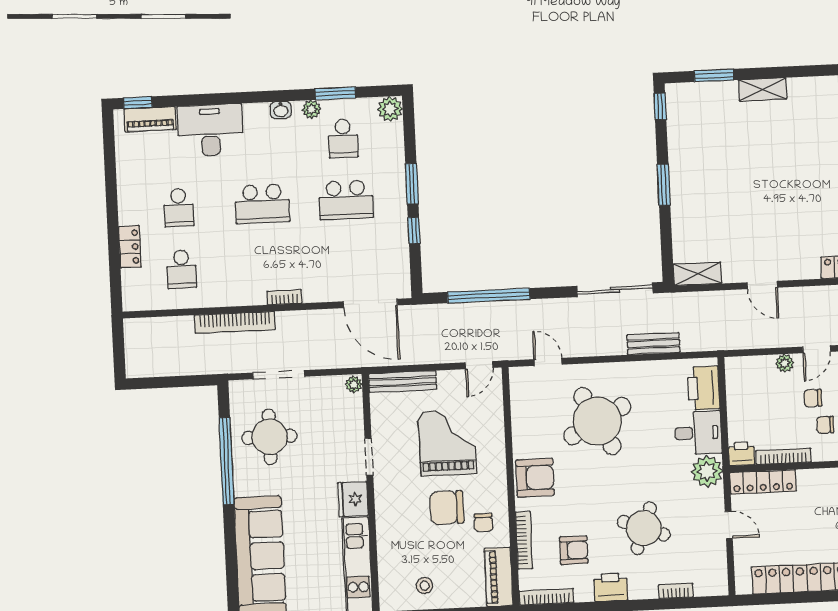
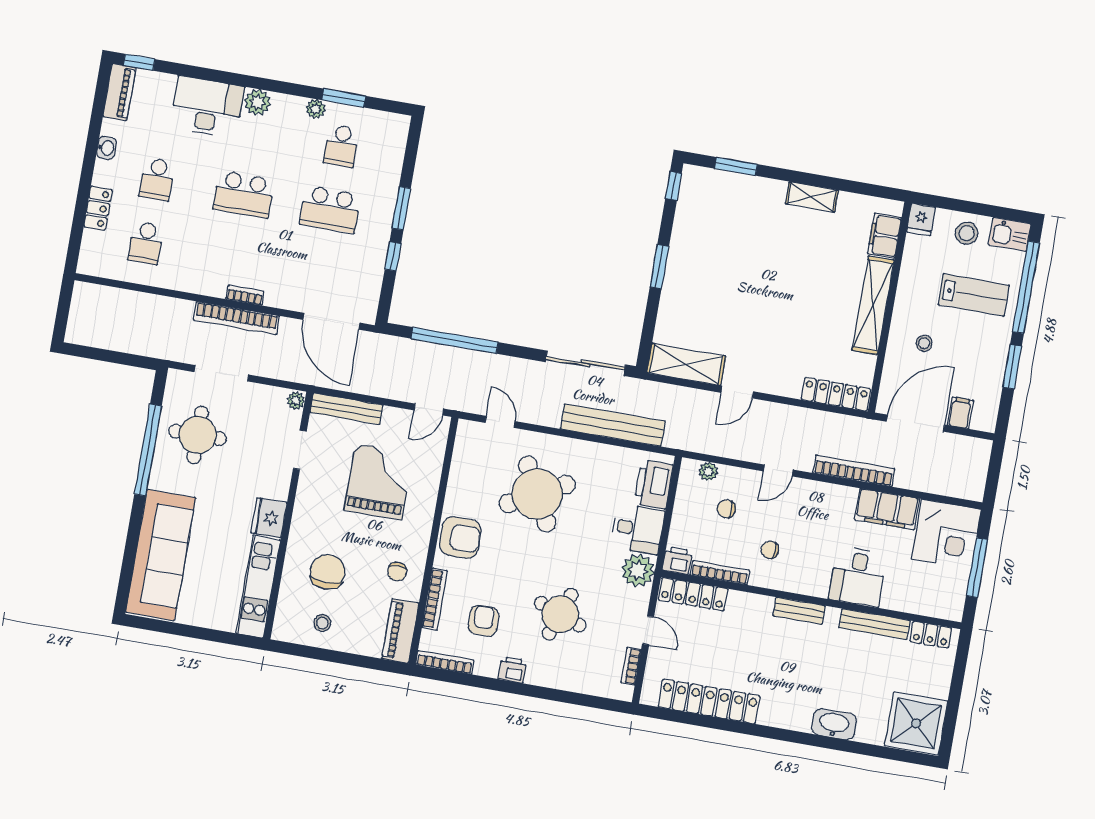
shelving: (763, 89) -> (812, 197), moved
plant: (390, 109) -> (258, 102), moved
washbasin: (281, 110) -> (106, 148), moved, turned -90
piano: (150, 119) -> (119, 92), moved, turned -90
shelving: (697, 274) -> (686, 364), width x1.50, depth x1.33
door: (762, 285) -> (737, 392), hinge flipped
bookcase: (235, 322) -> (236, 318), moved
bench: (653, 344) -> (613, 425), width x1.86, depth x1.21
plant: (785, 363) -> (708, 471), moved
chair: (813, 398) -> (726, 509), moved
doorway: (369, 457) -> (300, 450), moved
chair: (447, 508) -> (328, 572), moved, turned 90
armchair: (574, 550) -> (483, 621), turned -90
printer: (611, 587) -> (512, 670), width x0.73, depth x0.81
bookcase: (676, 591) -> (631, 666), moved, turned -90

